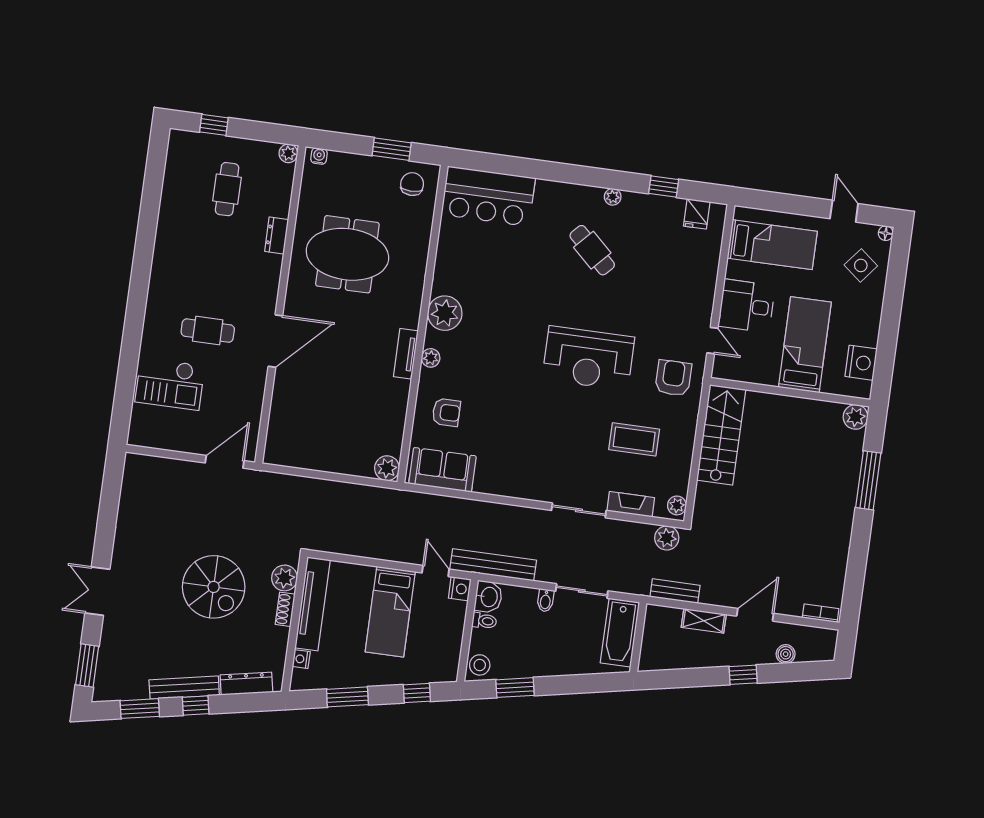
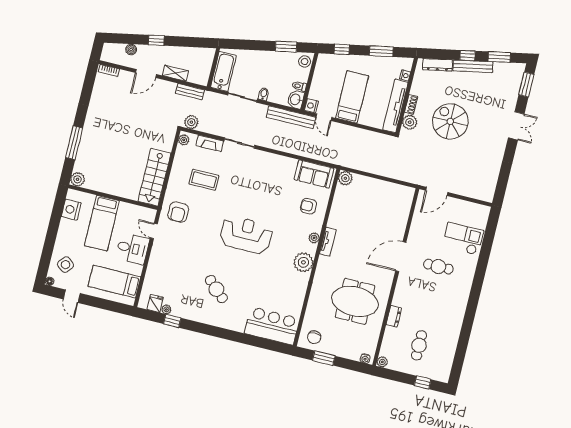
plant: (613, 197) -> (166, 309), moved
reception desk: (588, 358) -> (246, 235), moved

